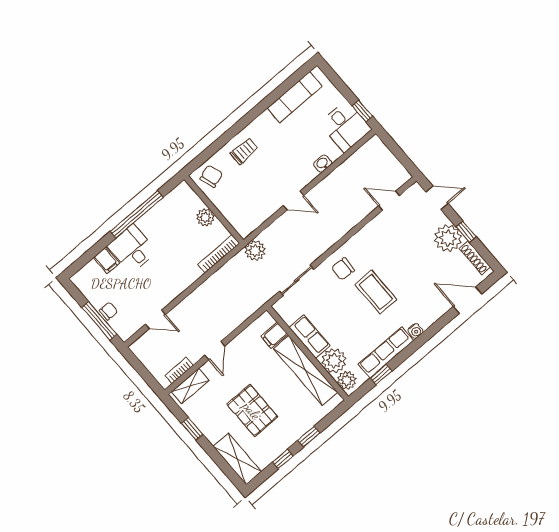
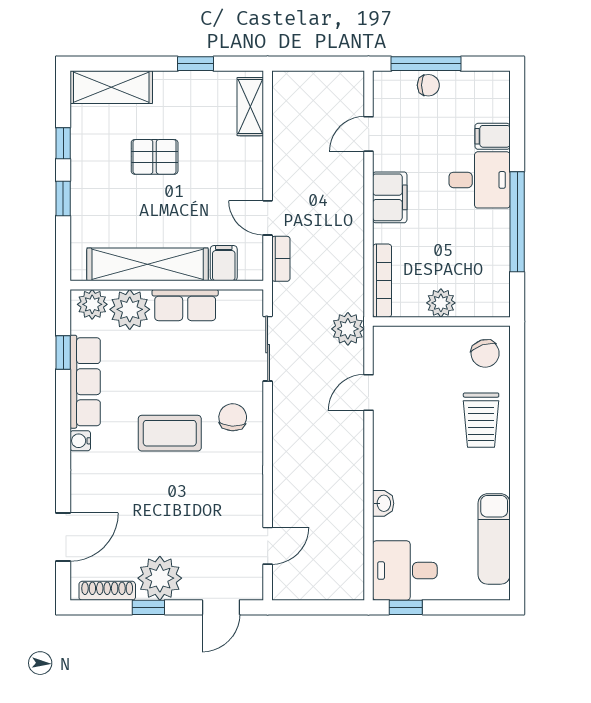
trolley: (244, 151) -> (481, 420), width x1.36, depth x1.39
door: (294, 201) -> (369, 392), moved
filing cabinet: (177, 284) -> (390, 197), added
chair: (108, 311) -> (428, 85), turned -90
door: (215, 351) -> (268, 218), moved
bookcase: (179, 371) -> (281, 259), moved
pallet: (252, 411) -> (155, 157), width x0.67, depth x0.71

